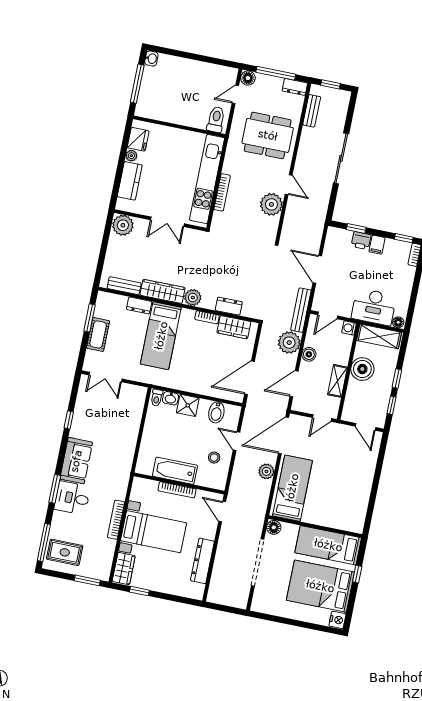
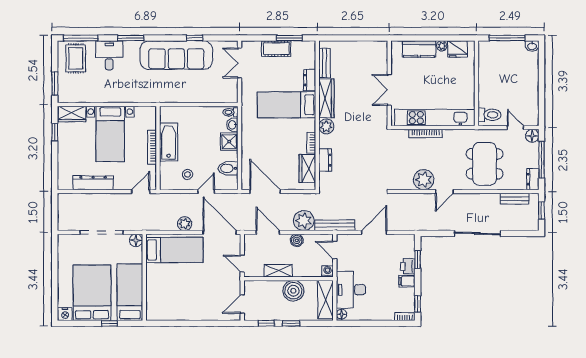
plant: (123, 225) -> (378, 51), removed
sofa: (76, 461) -> (176, 55), width x1.85, depth x1.27
desk: (72, 498) -> (109, 55), moved
bookcase: (116, 520) -> (114, 98), removed

